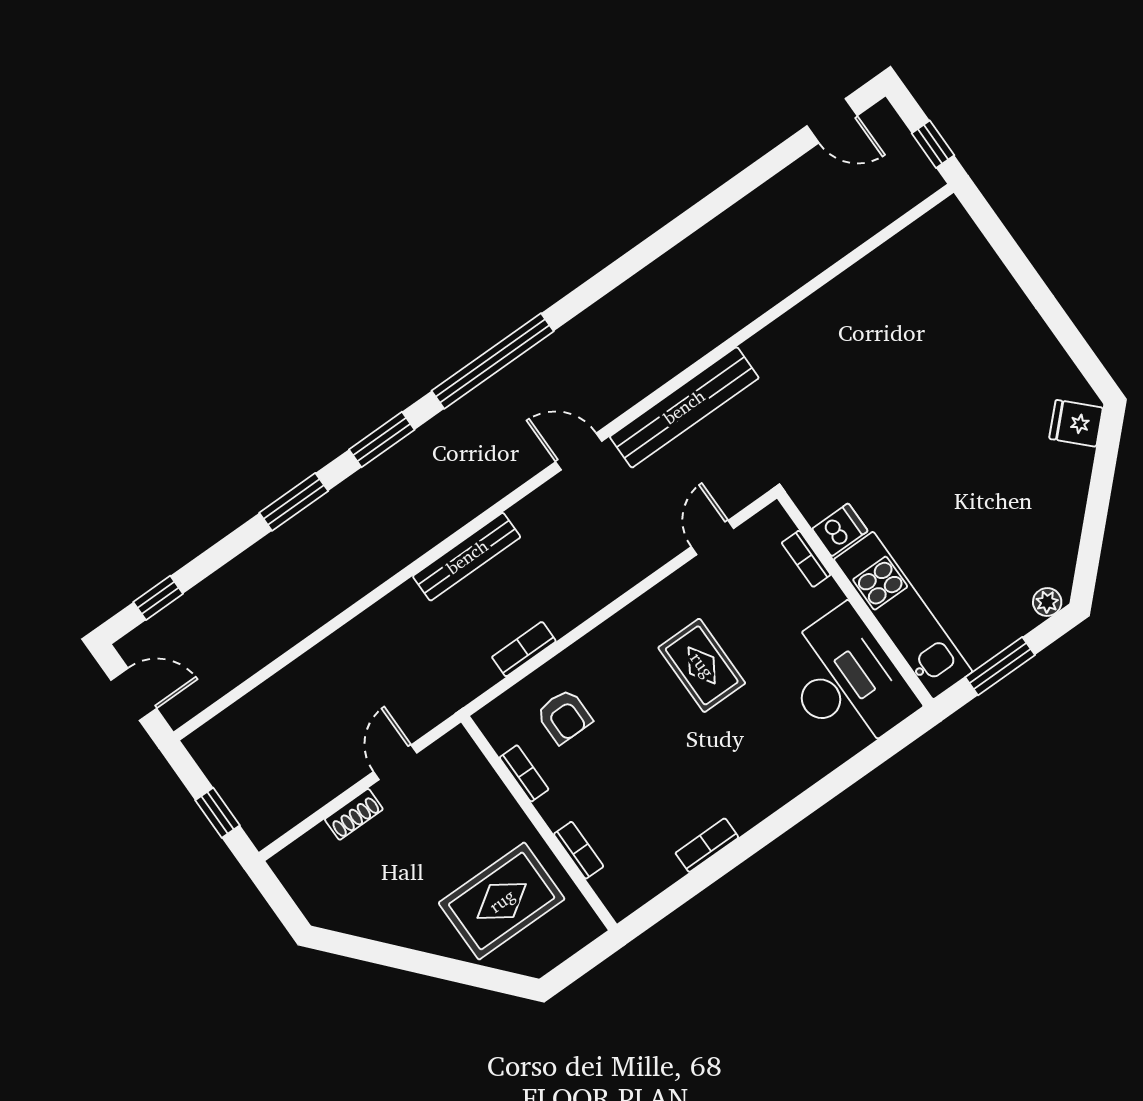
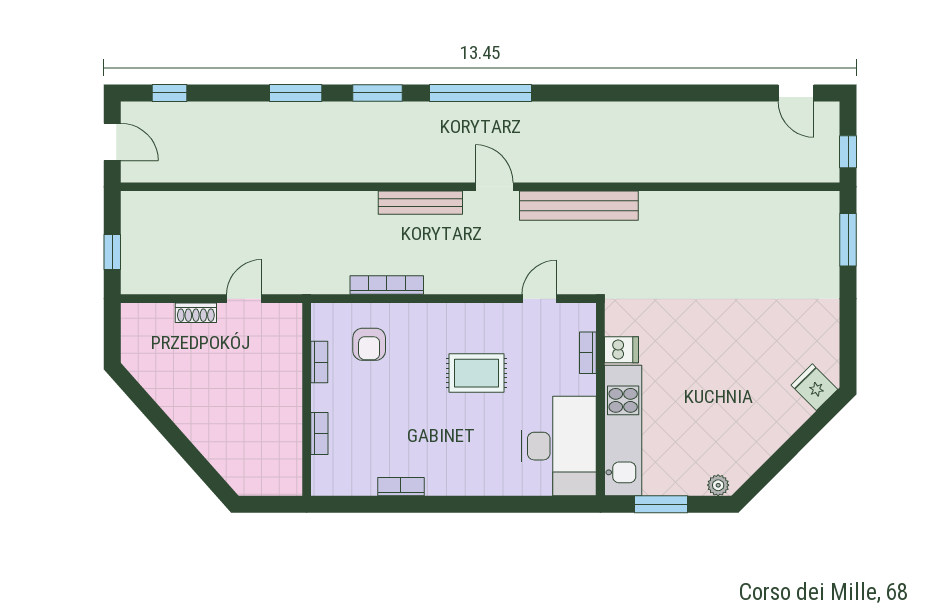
window: (1000, 239) -> (848, 240), added
bench: (467, 557) -> (420, 203), moved
bookcase: (524, 649) -> (387, 285), width x1.56
rug: (702, 665) -> (477, 373), turned 90
rug: (502, 901) -> (249, 431), removed

